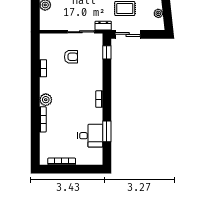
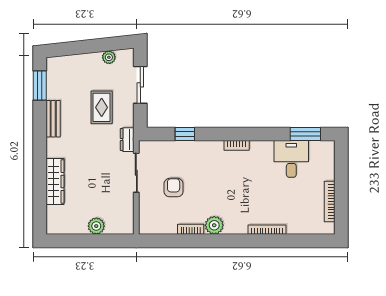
sliding door: (128, 34) -> (140, 85), moved
window: (107, 52) -> (185, 134), moved
plant: (46, 100) -> (214, 225), moved
window: (107, 131) -> (305, 134), moved

